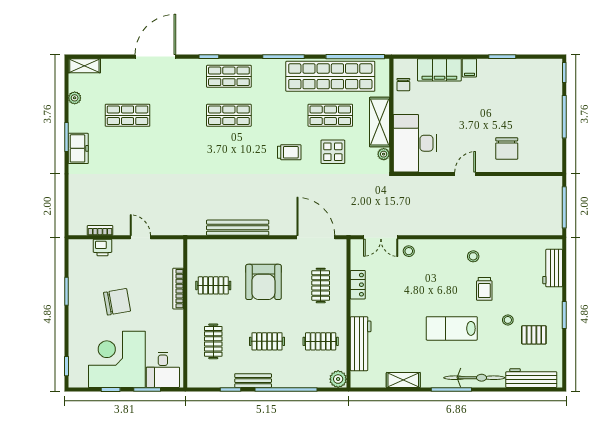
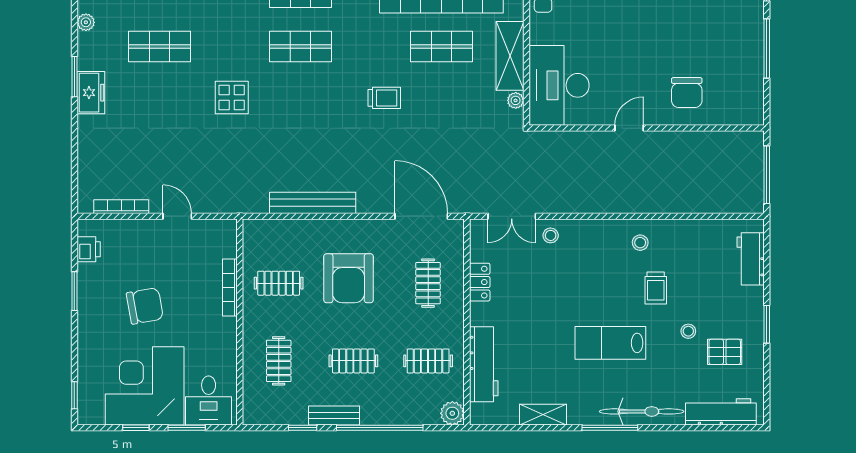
display table: (333, 152) -> (232, 98), moved
bookcase: (100, 230) -> (121, 207), width x1.56
printer: (103, 248) -> (89, 249), moved, turned -90

